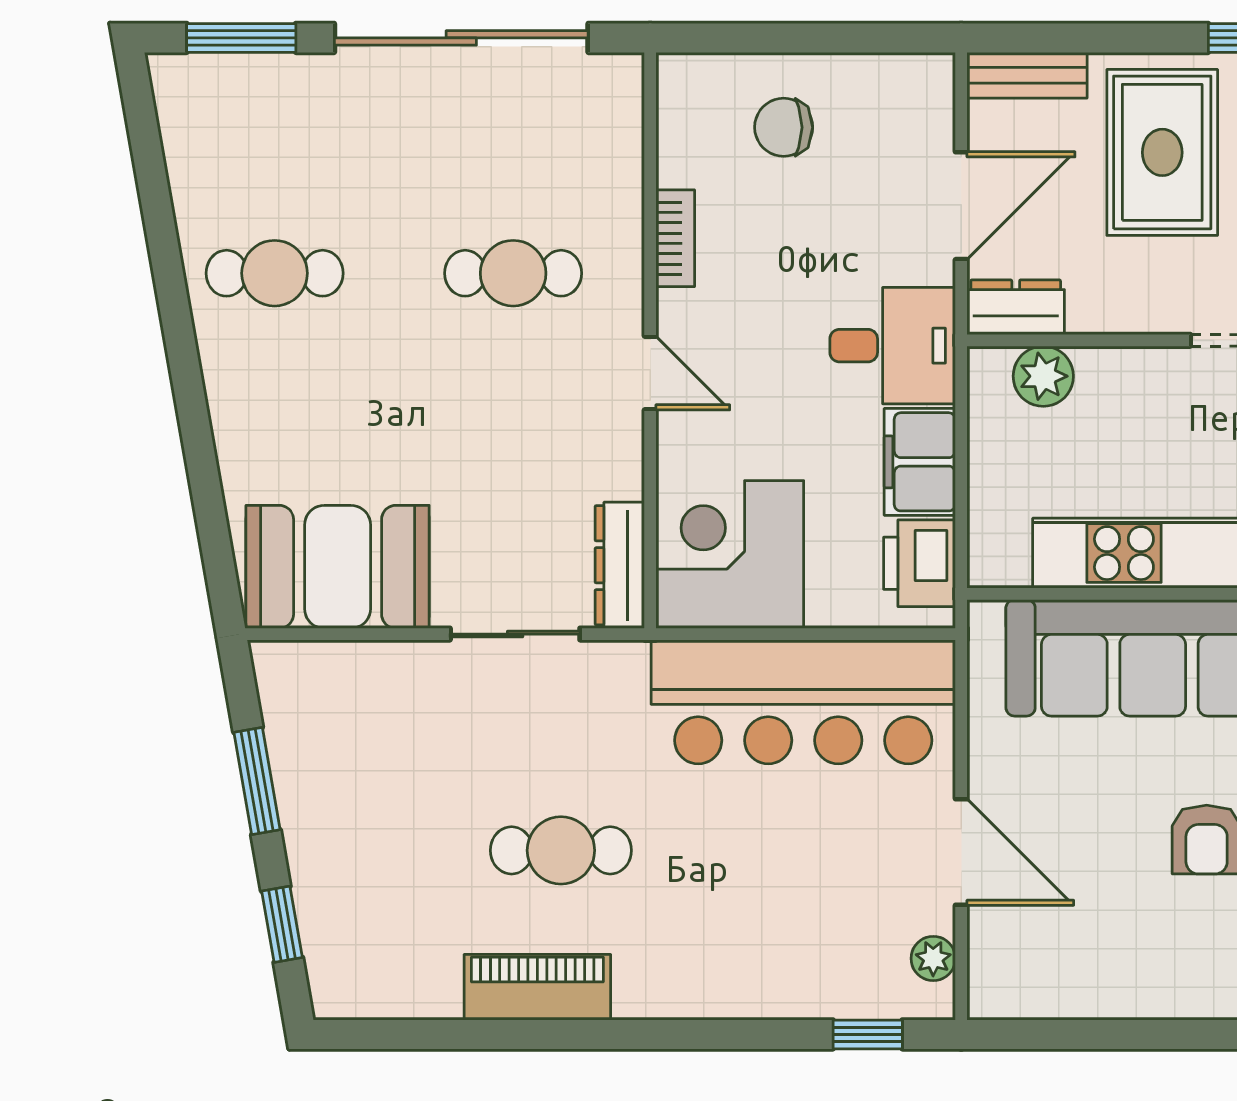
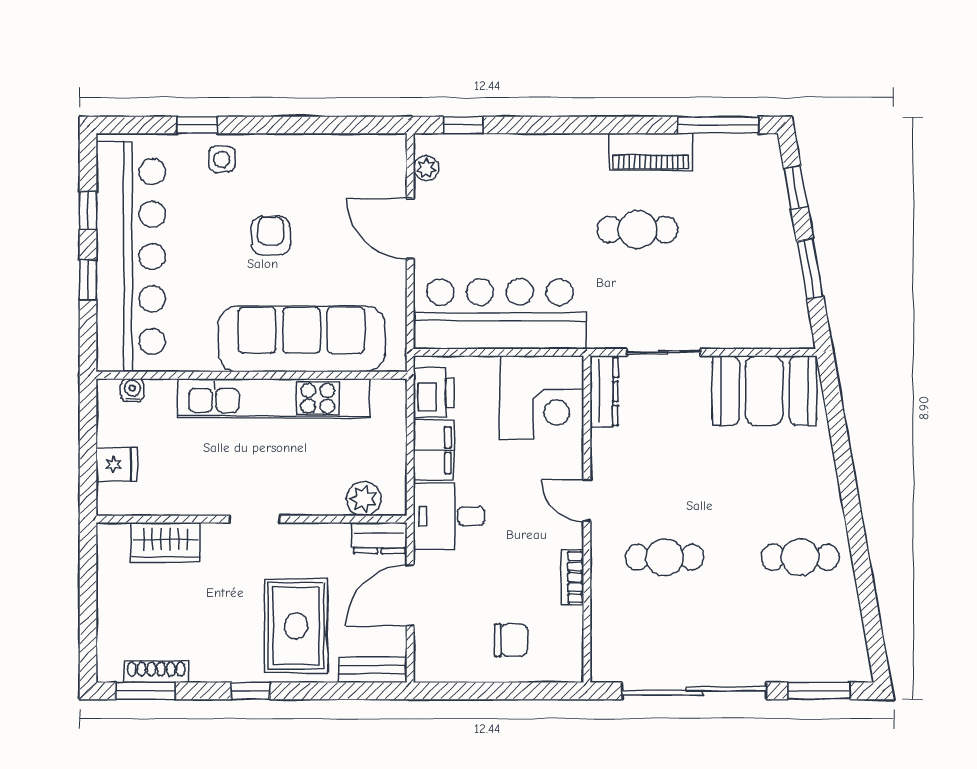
window: (419, 1034) -> (718, 125), added

